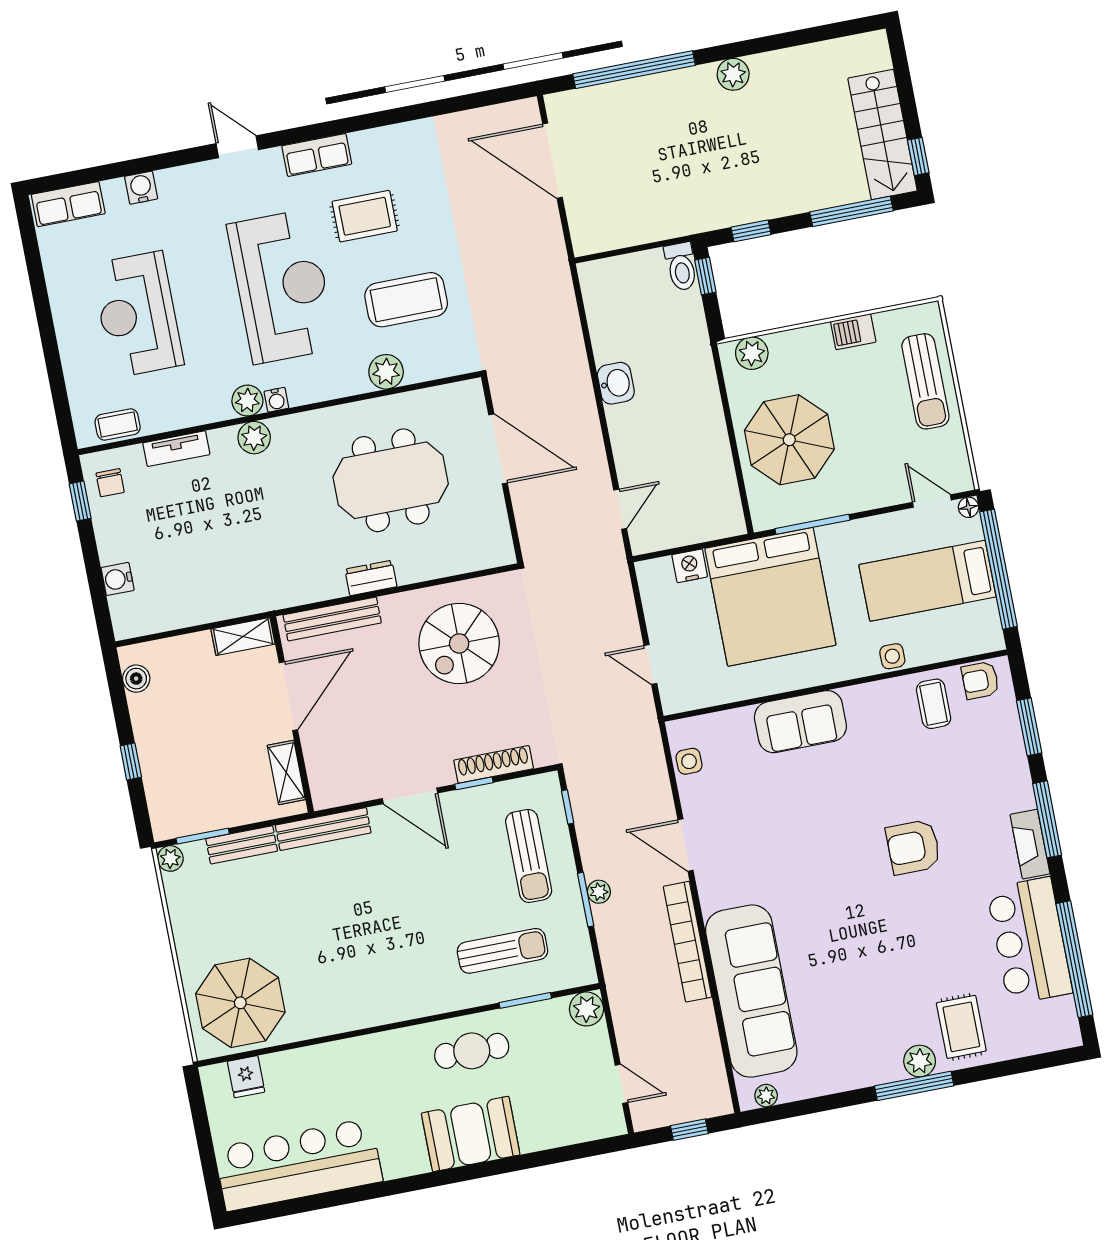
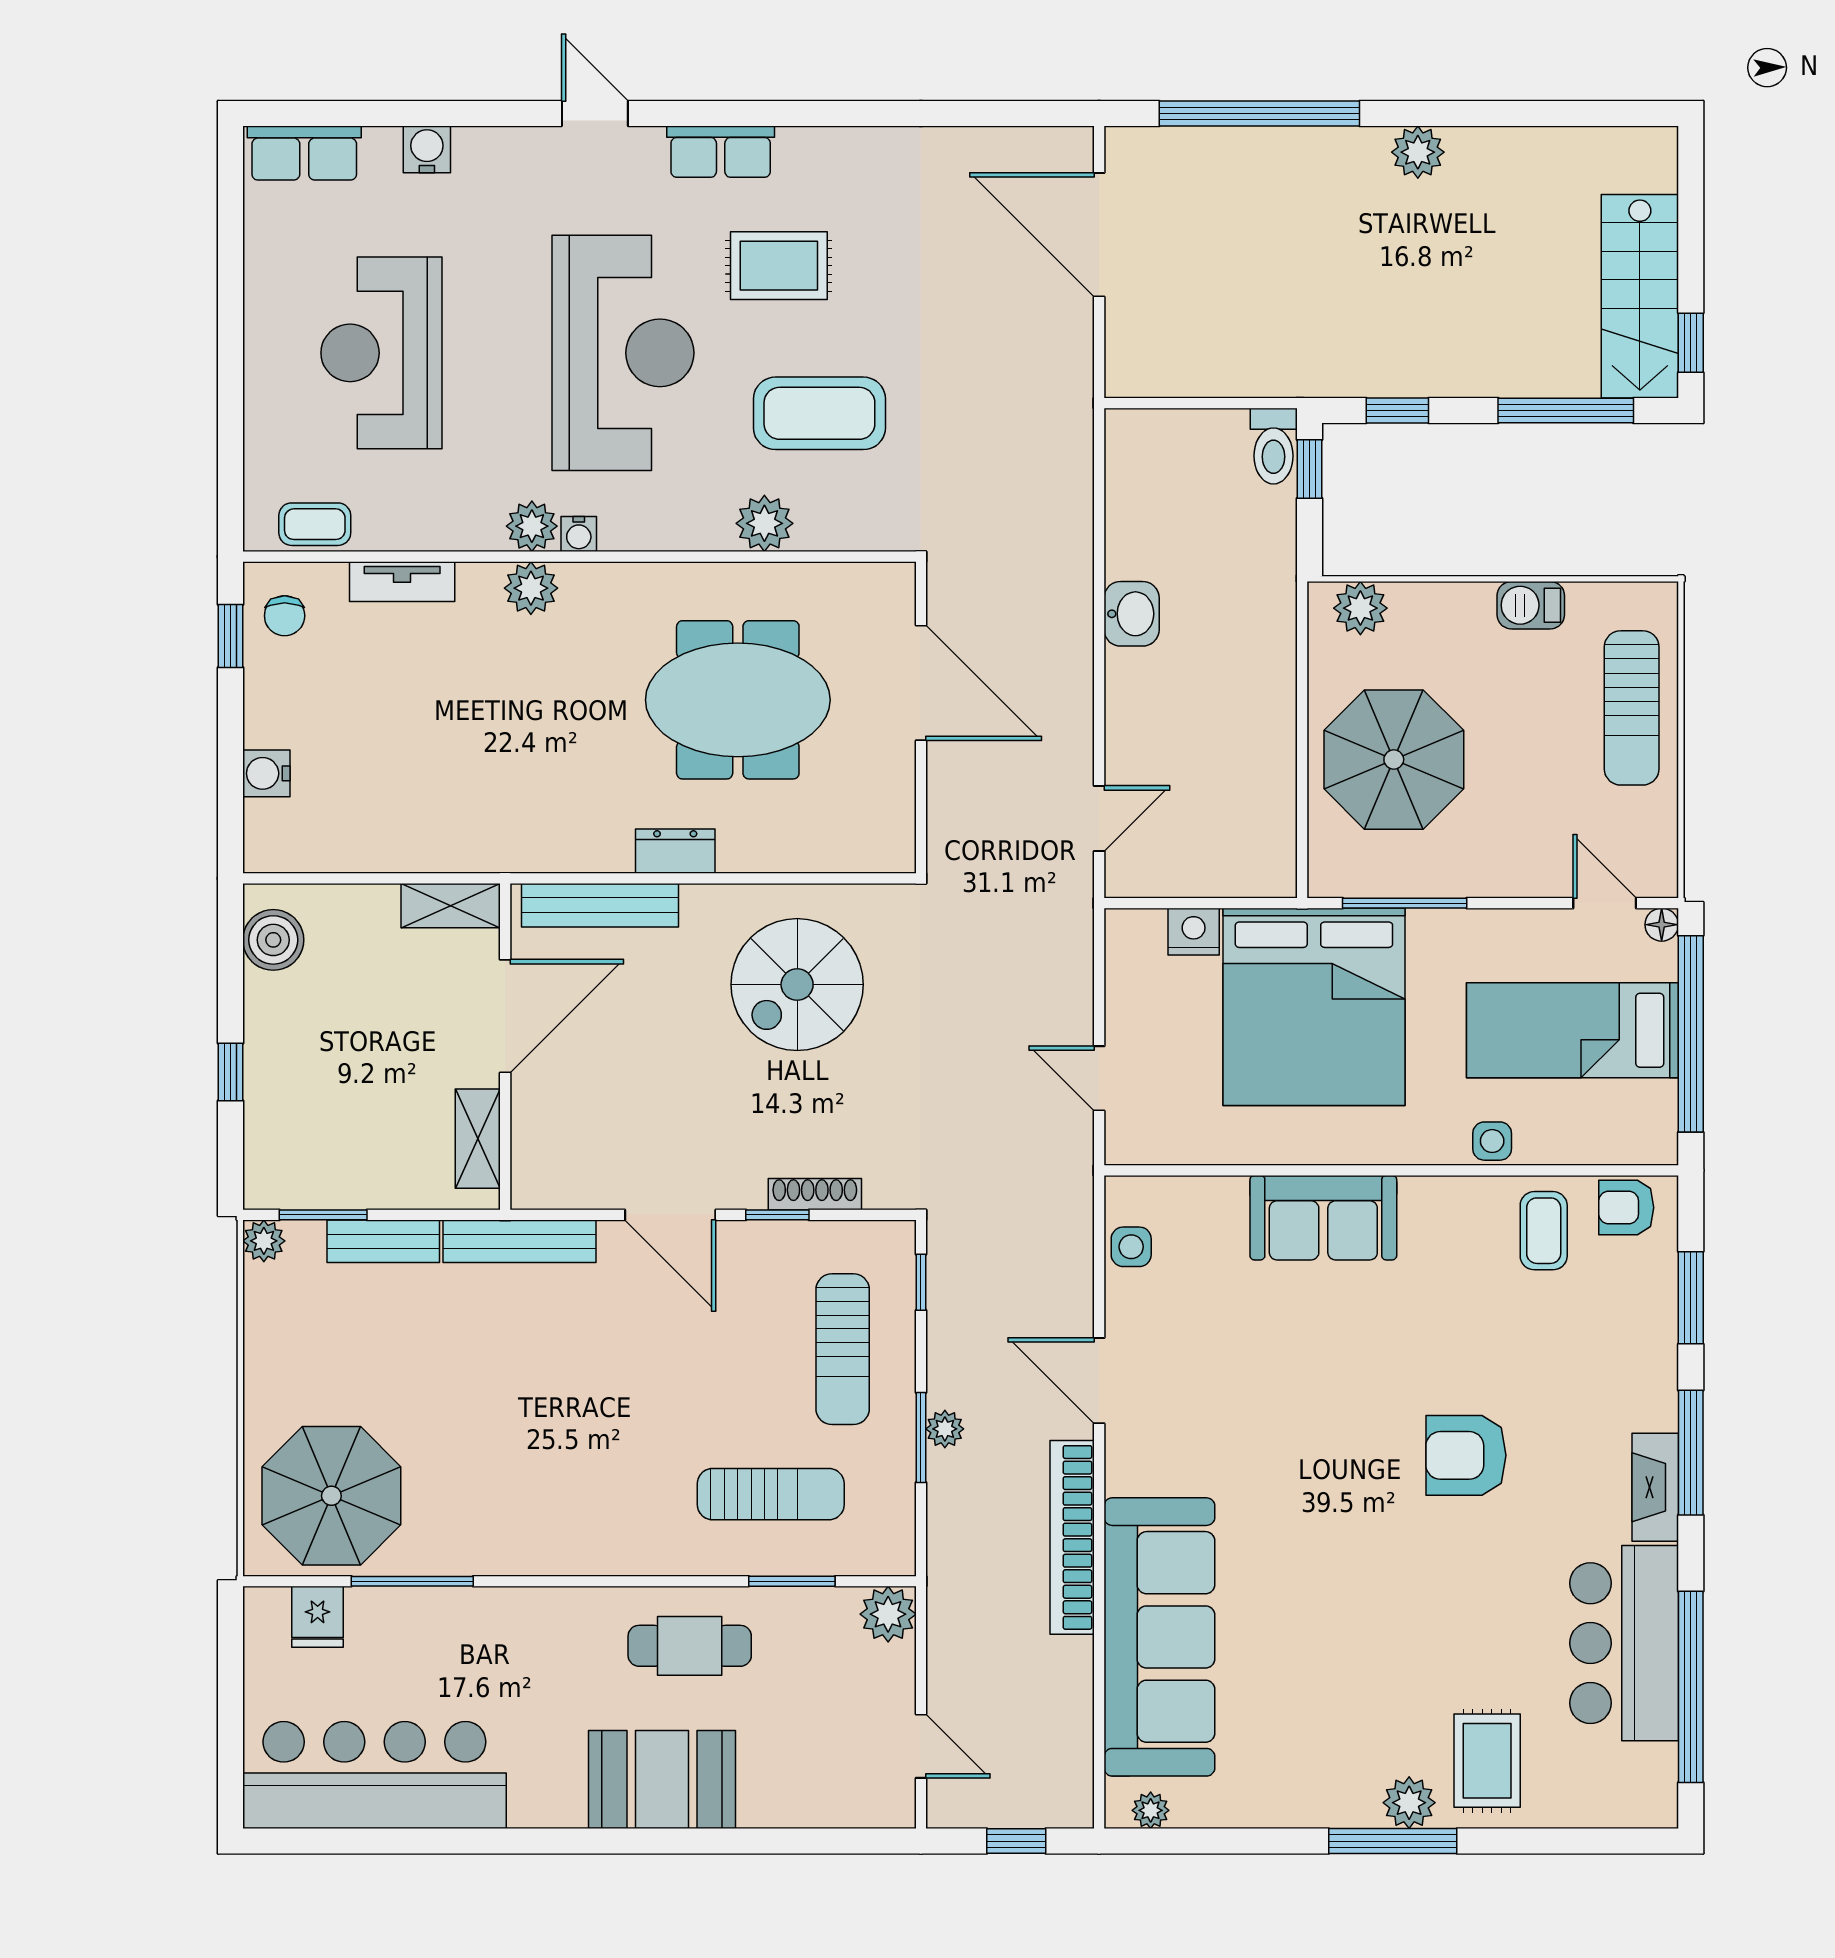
boiler: (136, 679) -> (273, 940), width x1.36, depth x1.36
shoe rack: (494, 764) -> (815, 1194), width x0.74, depth x0.81
window: (298, 1045) -> (412, 1581), added

